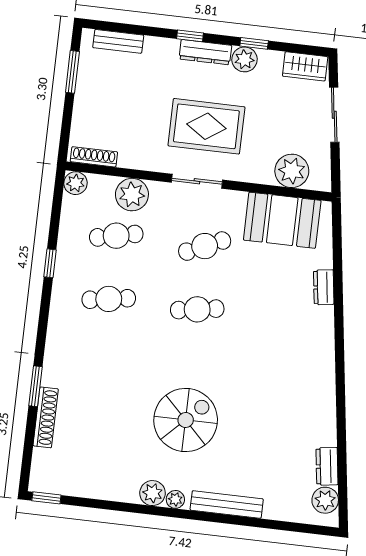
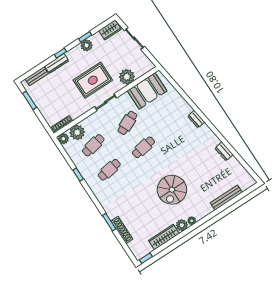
dresser: (205, 52) -> (57, 63), moved
plant: (292, 171) -> (127, 77), moved
plant: (132, 195) -> (77, 132), moved
dresser: (324, 287) -> (196, 119), moved
spiral stairs: (186, 420) -> (172, 190), turned 180
dresser: (327, 466) -> (224, 151), moved
wardrobe: (106, 488) -> (164, 237), added
plant: (325, 500) -> (245, 177), removed
bench: (227, 504) -> (226, 198), moved

